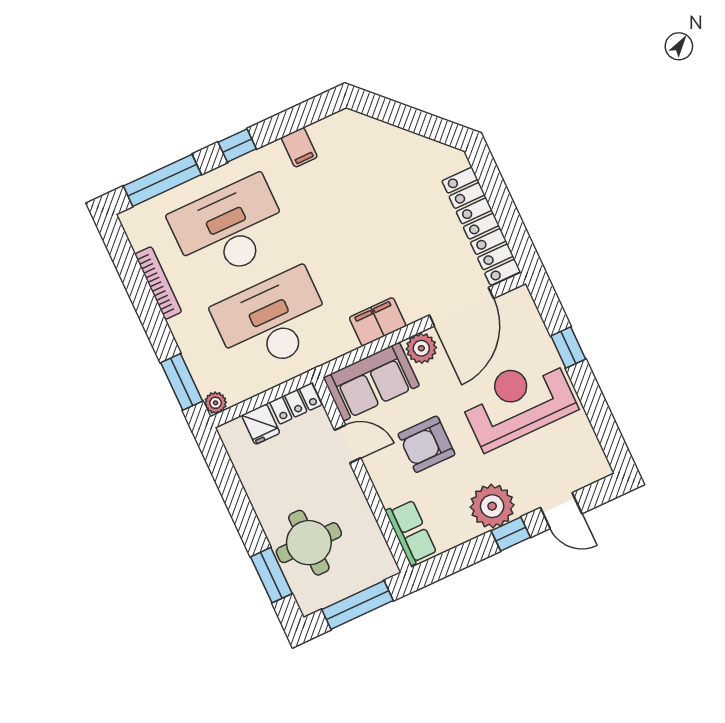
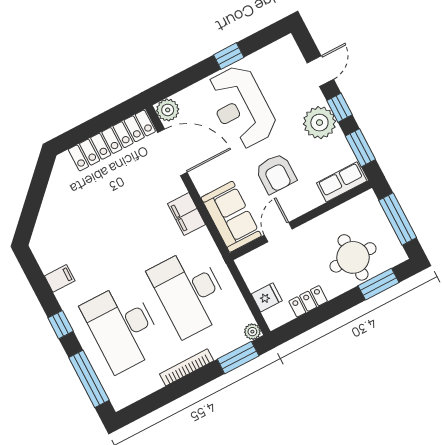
bookcase: (158, 283) -> (187, 367), moved
window: (568, 347) -> (229, 56), moved
plant: (421, 348) -> (168, 110), moved
locker: (296, 403) -> (308, 301), moved, turned -90
window: (456, 560) -> (360, 148), added

